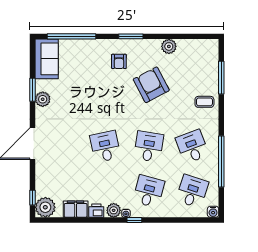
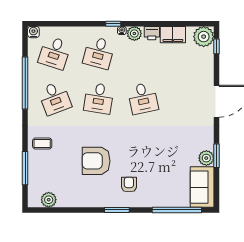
plant: (169, 46) -> (49, 200), moved
armchair: (151, 85) -> (96, 161), turned 118
plant: (43, 99) -> (206, 158), moved

